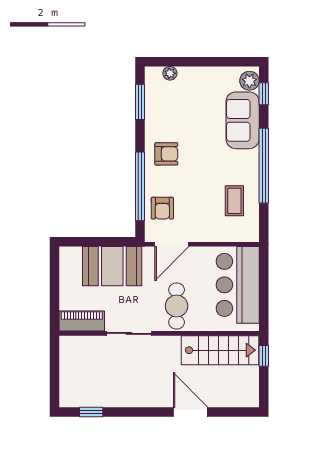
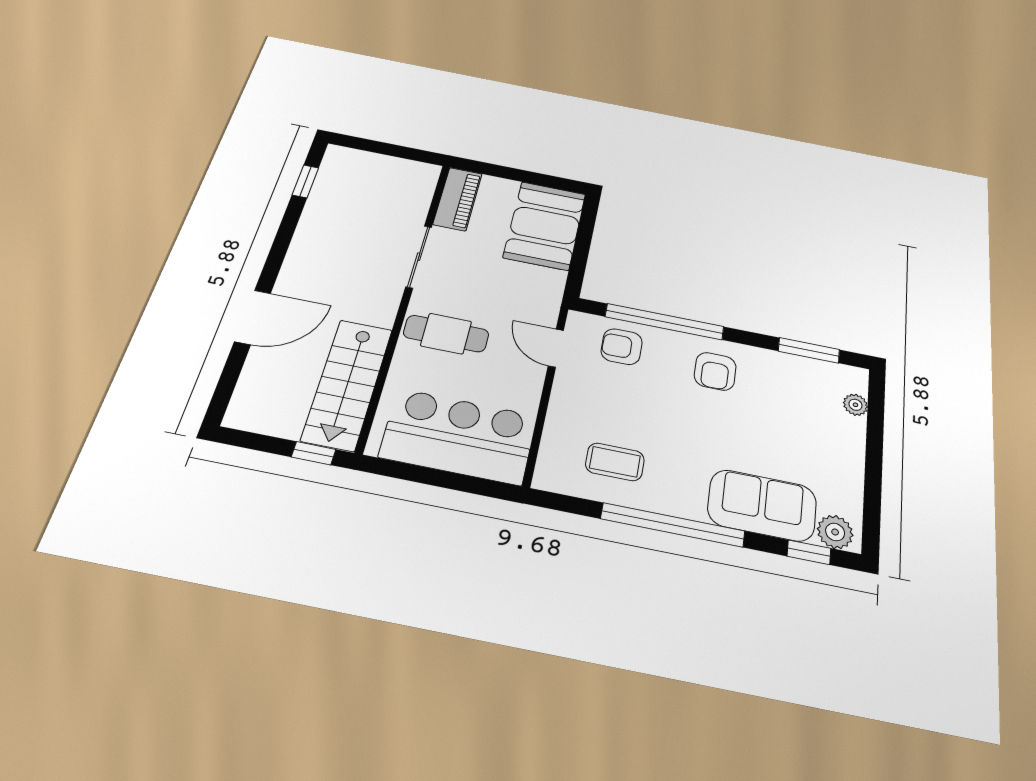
door: (172, 244) -> (556, 348), width x0.73
booth: (112, 266) -> (545, 225), moved

